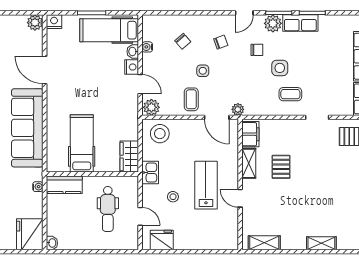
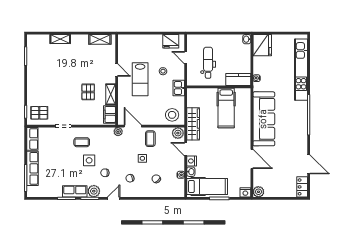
wardrobe: (129, 157) -> (193, 124), moved, width x1.50

